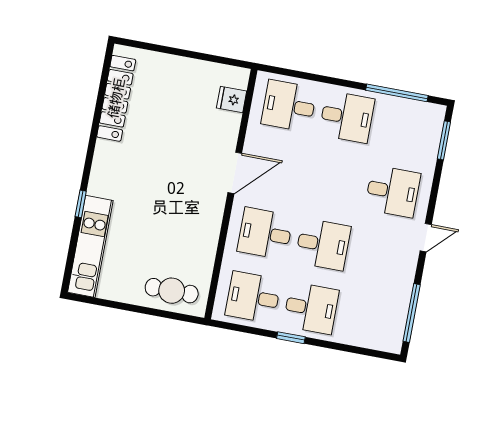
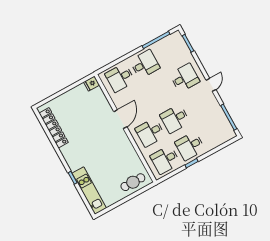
fridge: (232, 100) -> (92, 84), moved
desk: (323, 244) -> (175, 119), turned 180
desk: (311, 308) -> (190, 146), turned 180

